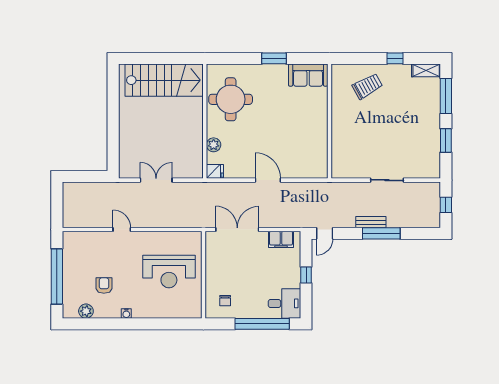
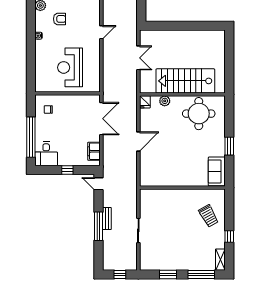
stairs: (164, 80) -> (185, 81), moved, turned 90

